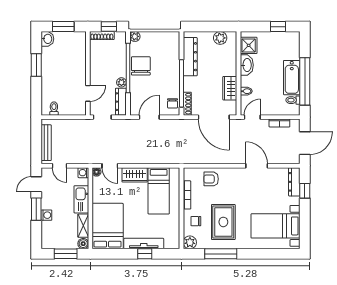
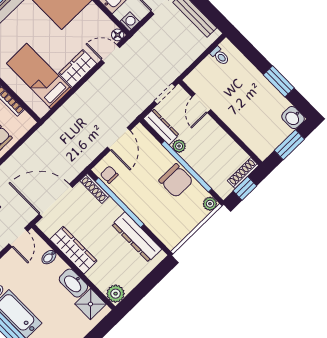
plant: (220, 38) -> (116, 294), moved
wardrobe: (230, 88) -> (73, 250), width x1.50

